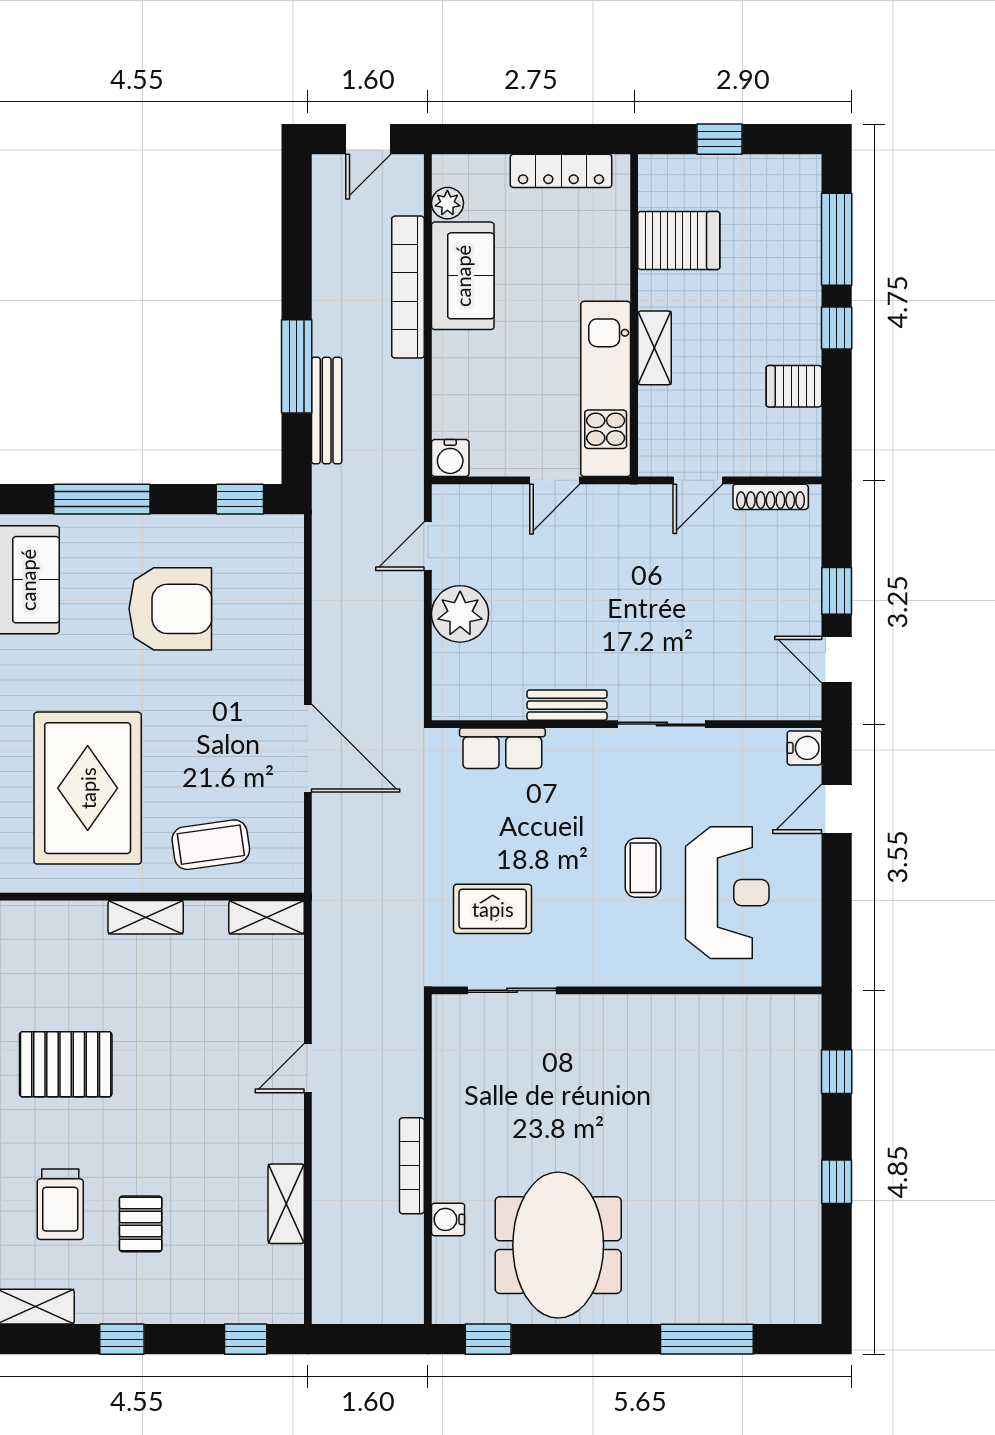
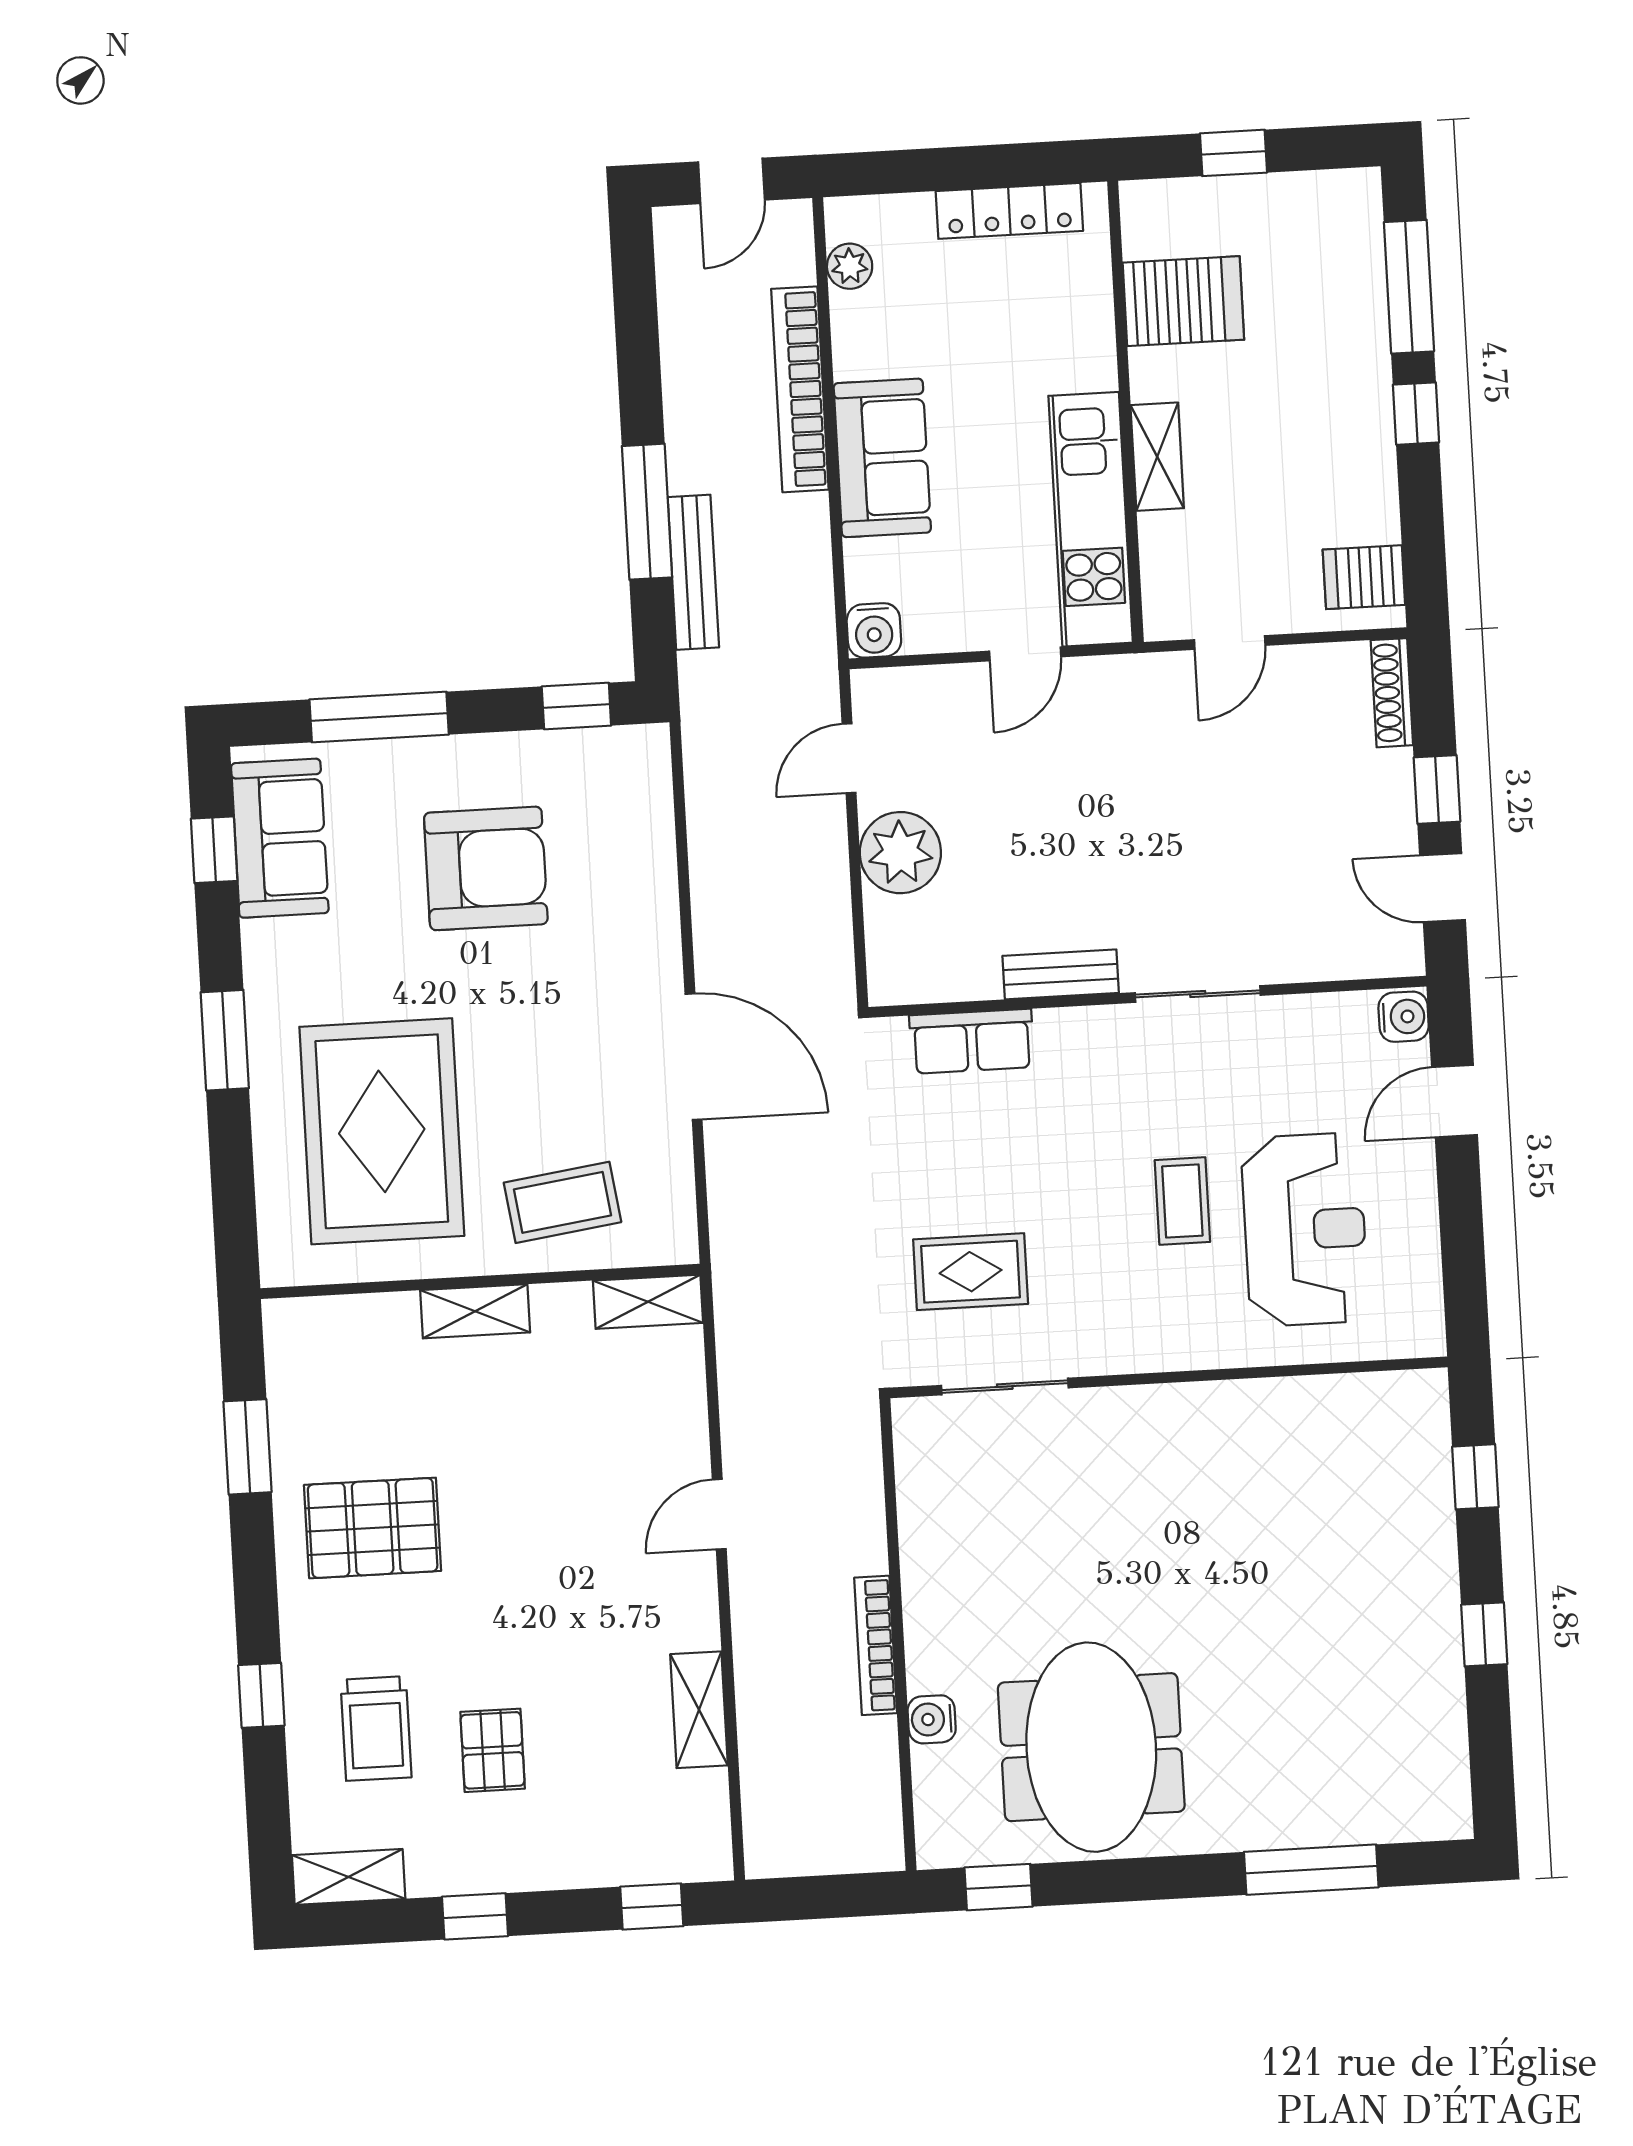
sofa: (463, 276) -> (882, 458), moved
server rack: (794, 386) -> (1364, 577), moved
shoe rack: (771, 497) -> (1392, 693), moved, turned 90

